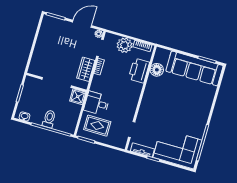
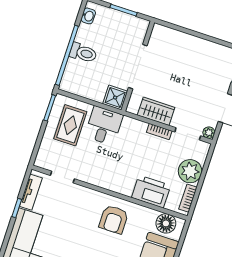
floor lamp: (157, 70) -> (166, 223), moved
armchair: (158, 95) -> (114, 219), added

